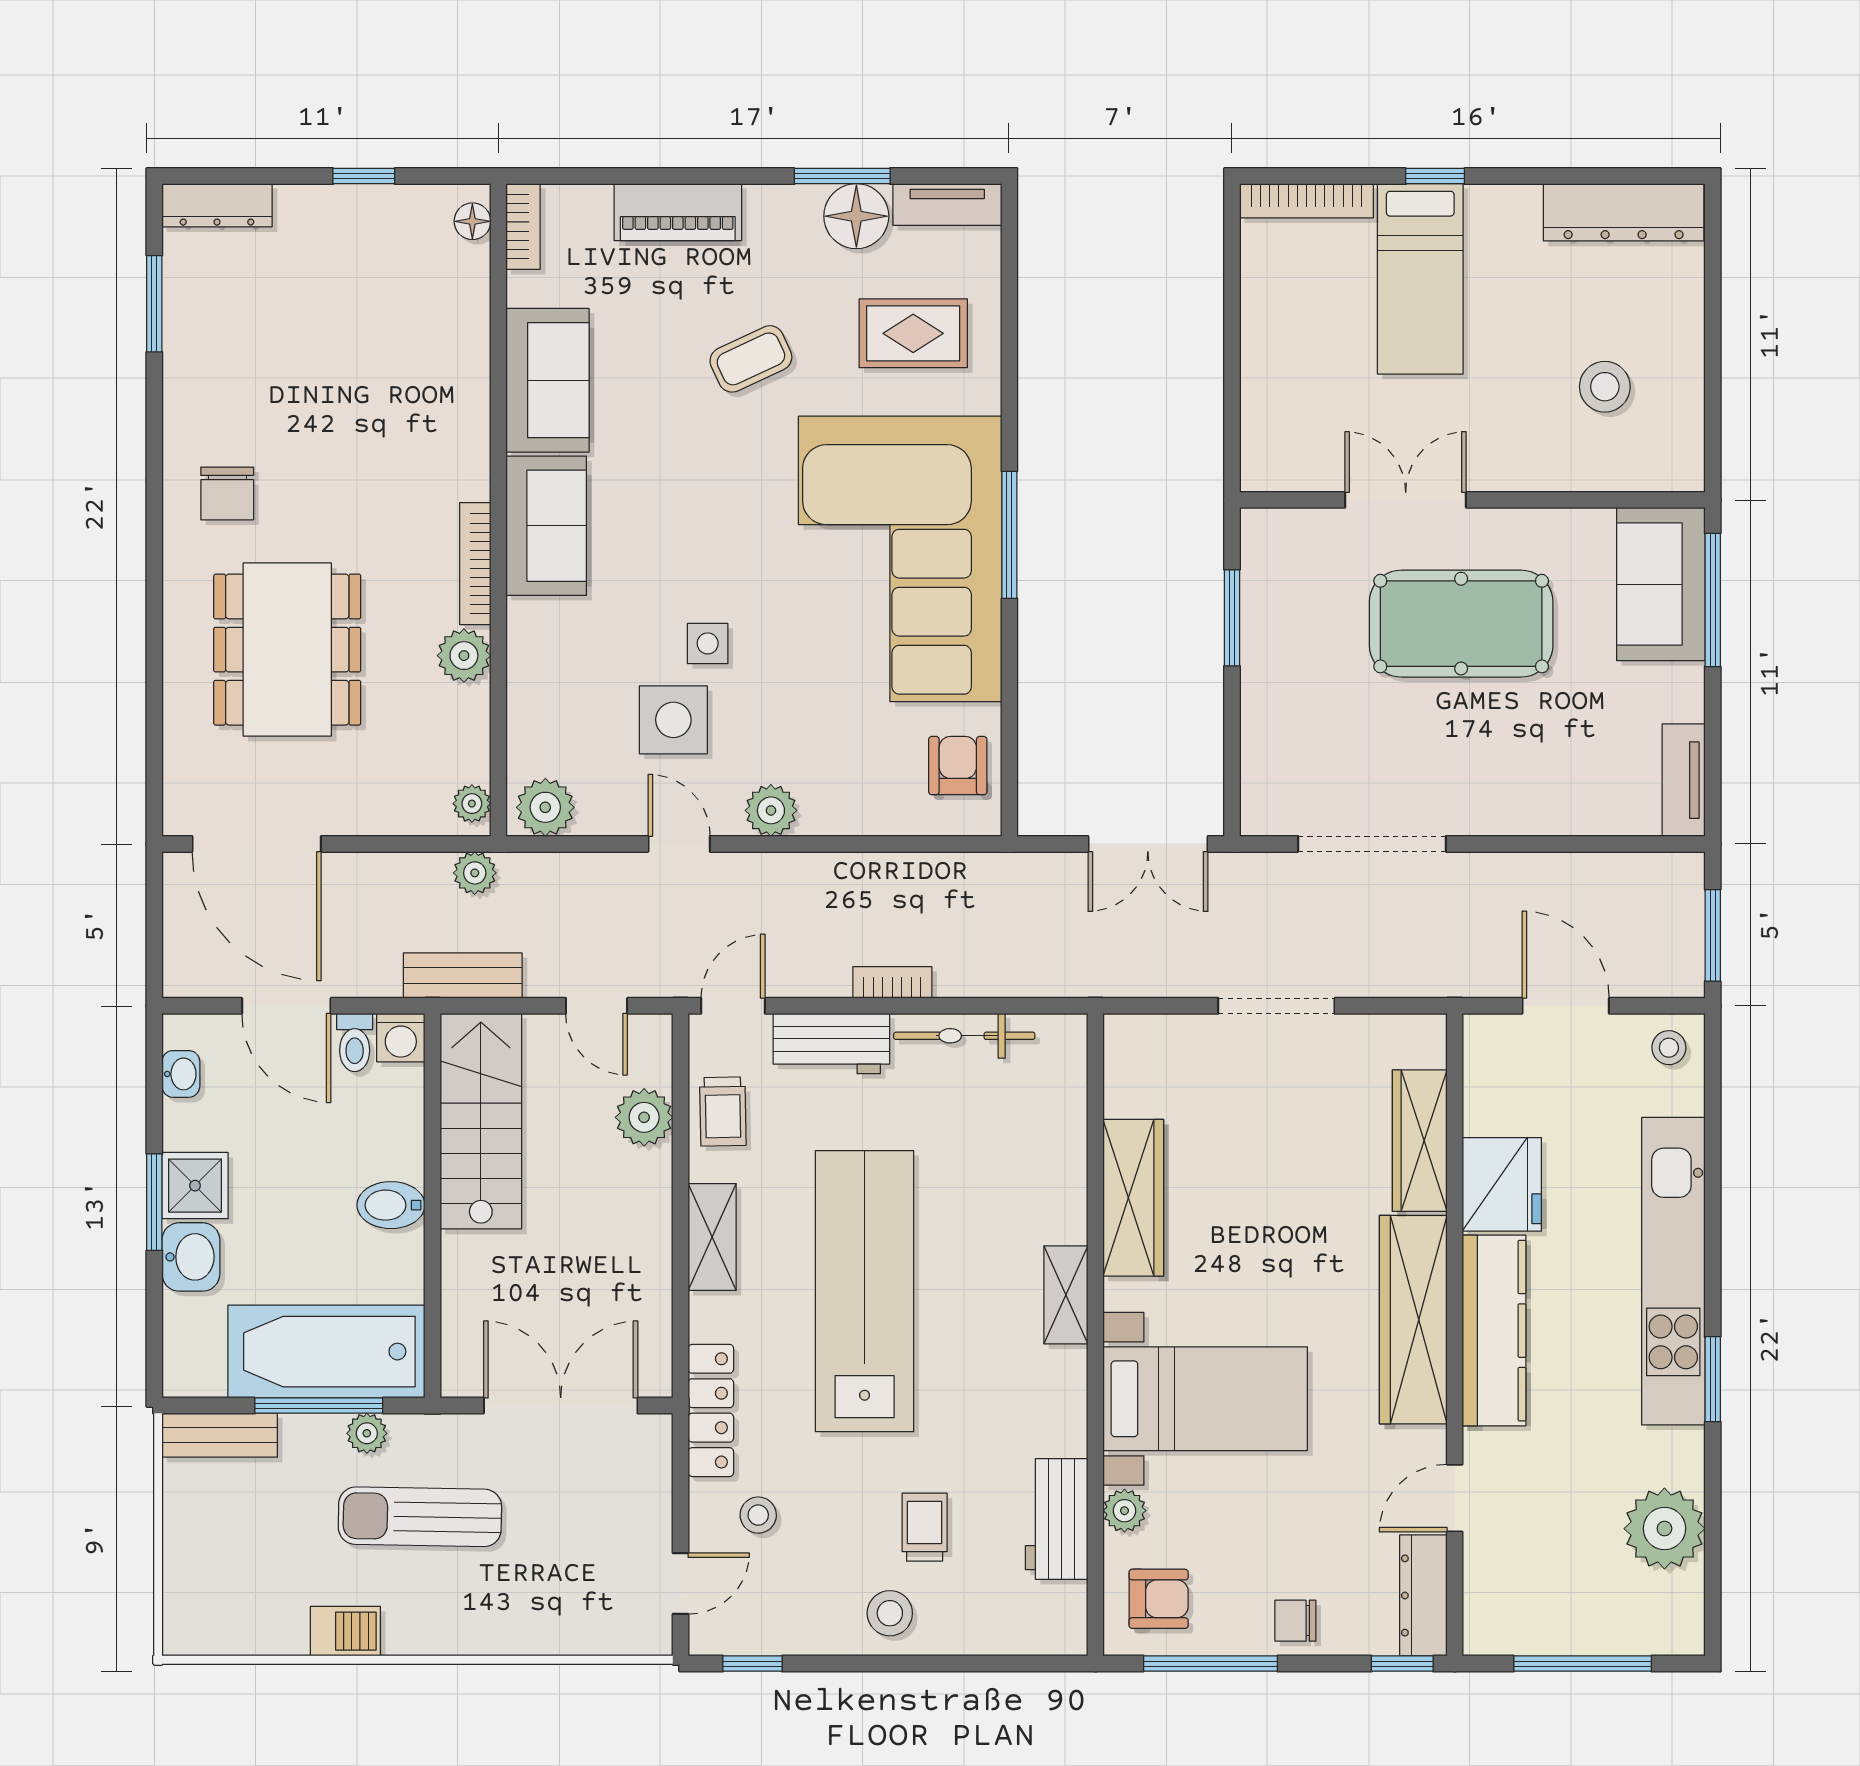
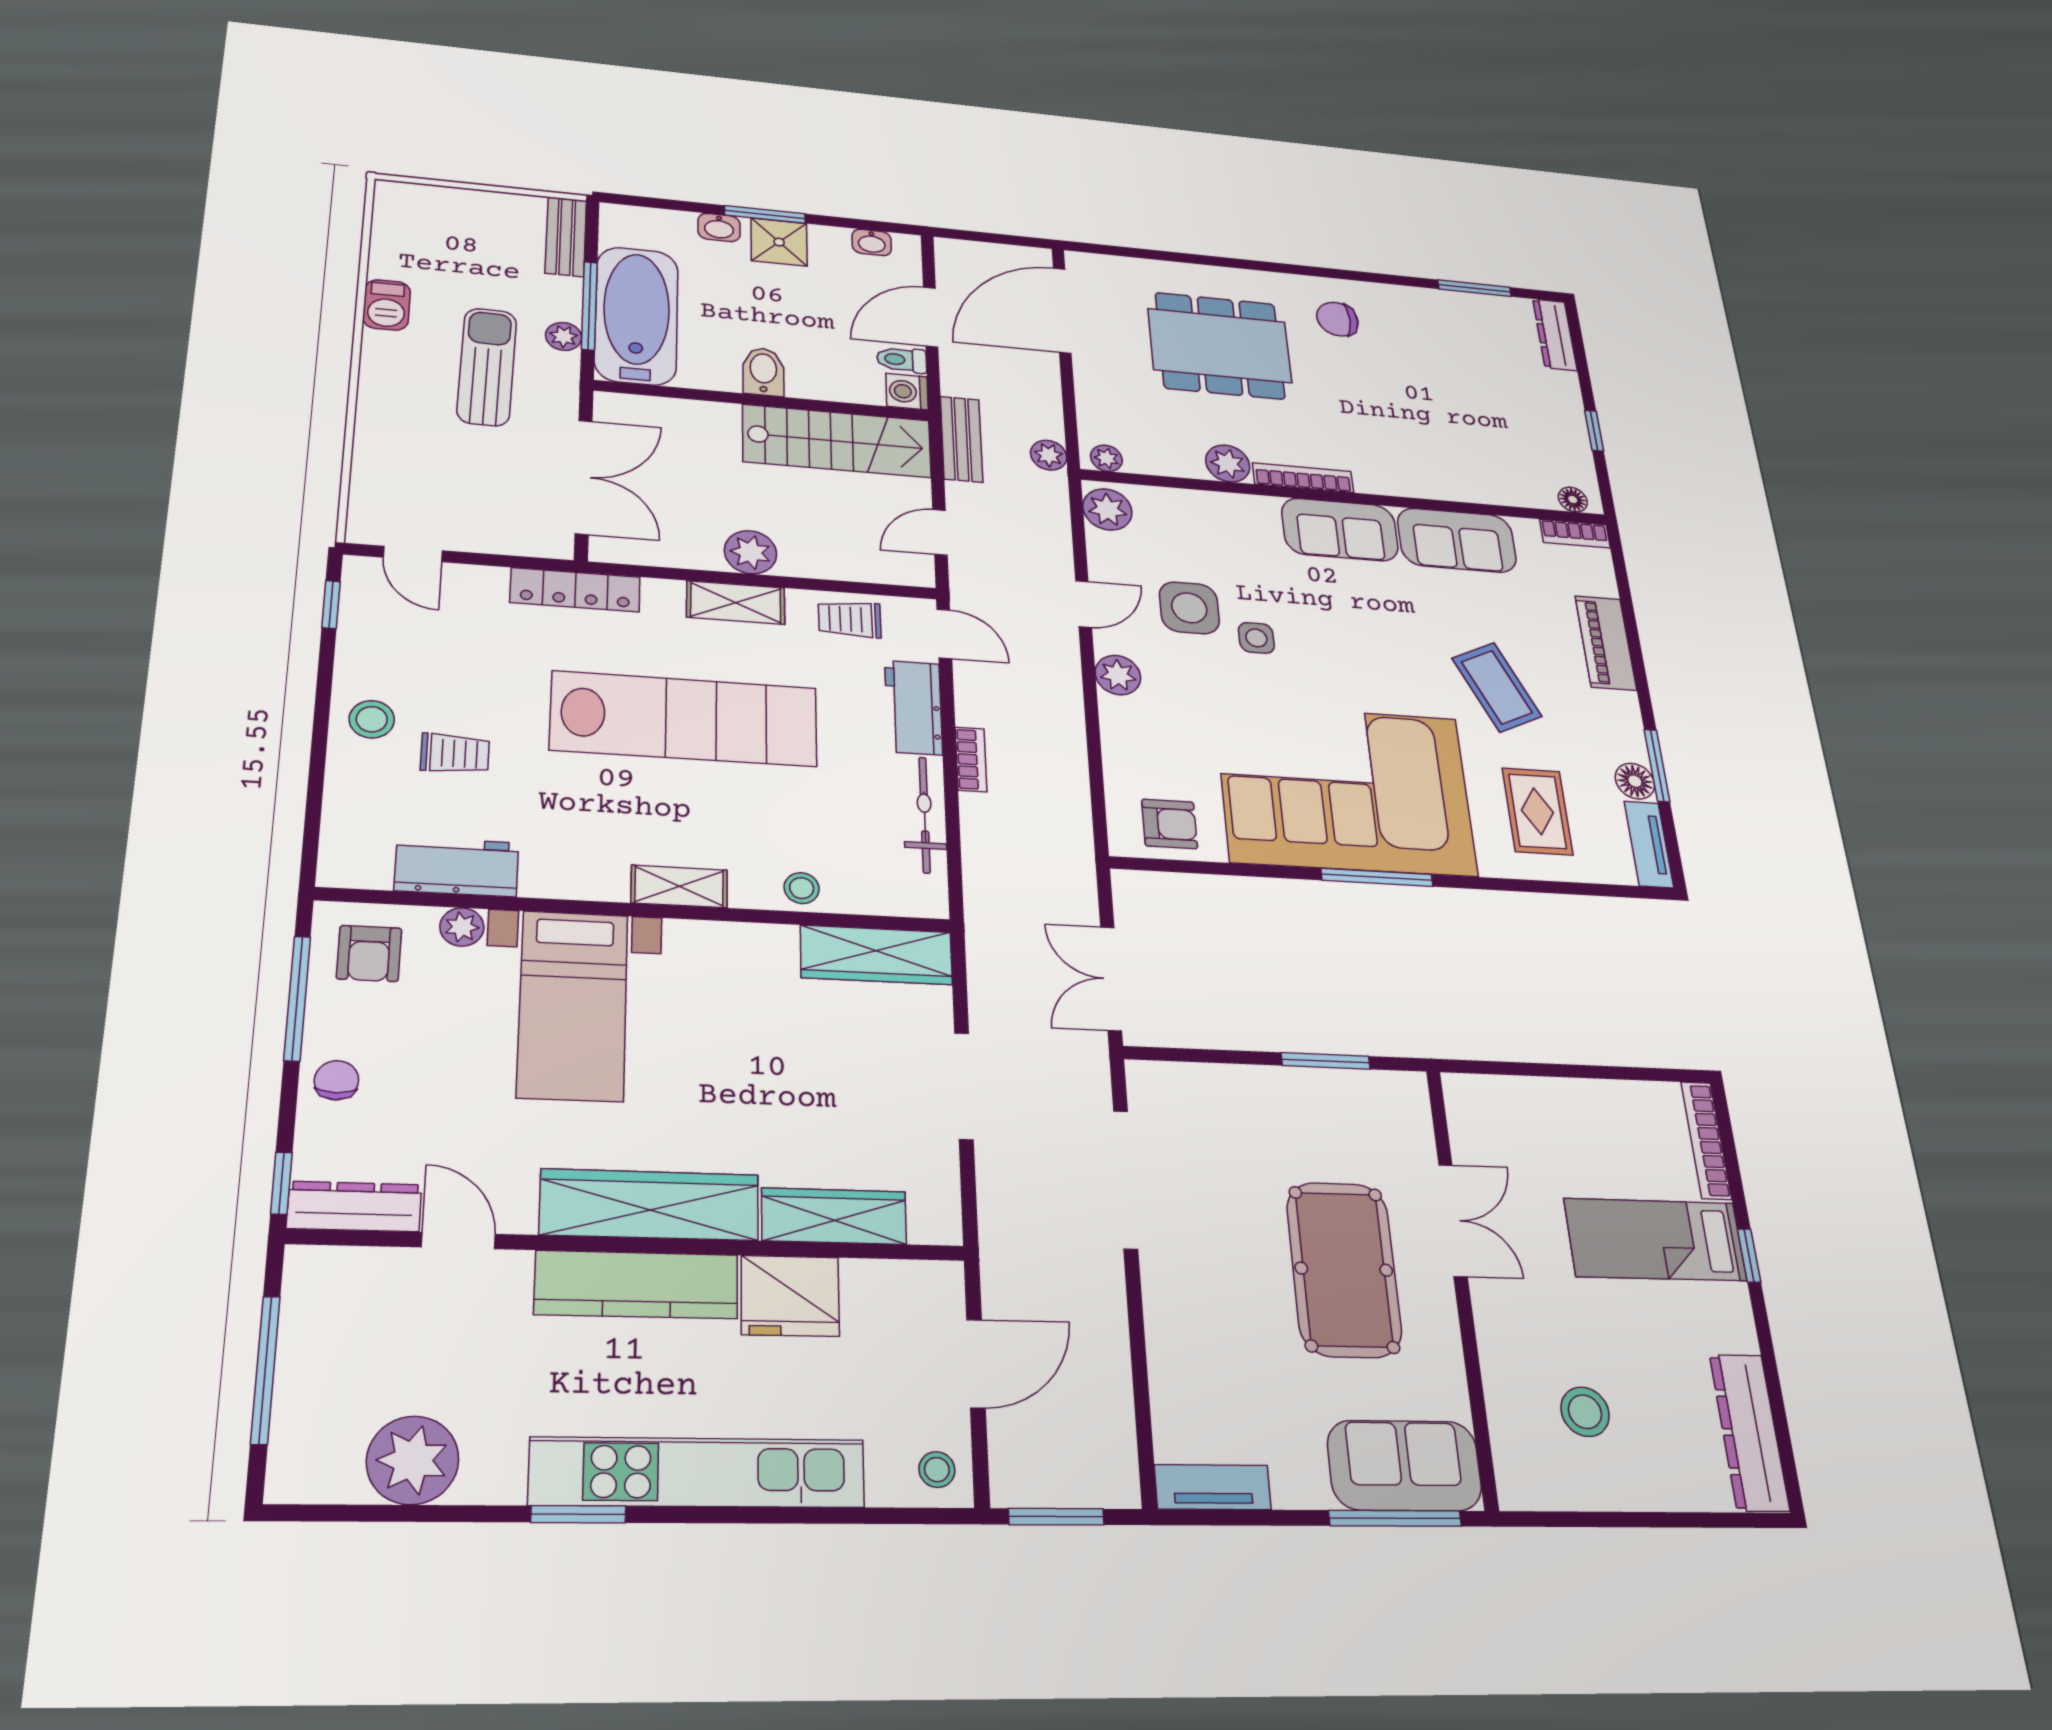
floor lamp: (856, 216) -> (1635, 781), width x0.73, depth x0.73
coffee table: (751, 359) -> (1497, 687), width x1.36, depth x1.30
plant: (644, 1117) -> (751, 552), moved
wardrobe: (1133, 1198) -> (876, 955), moved
washbasin: (191, 1257) -> (719, 227), width x0.72, depth x0.69
stool: (758, 1515) -> (802, 888), moved

